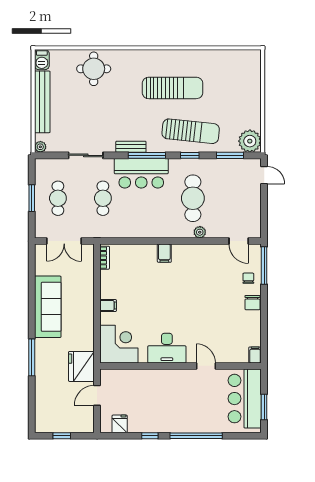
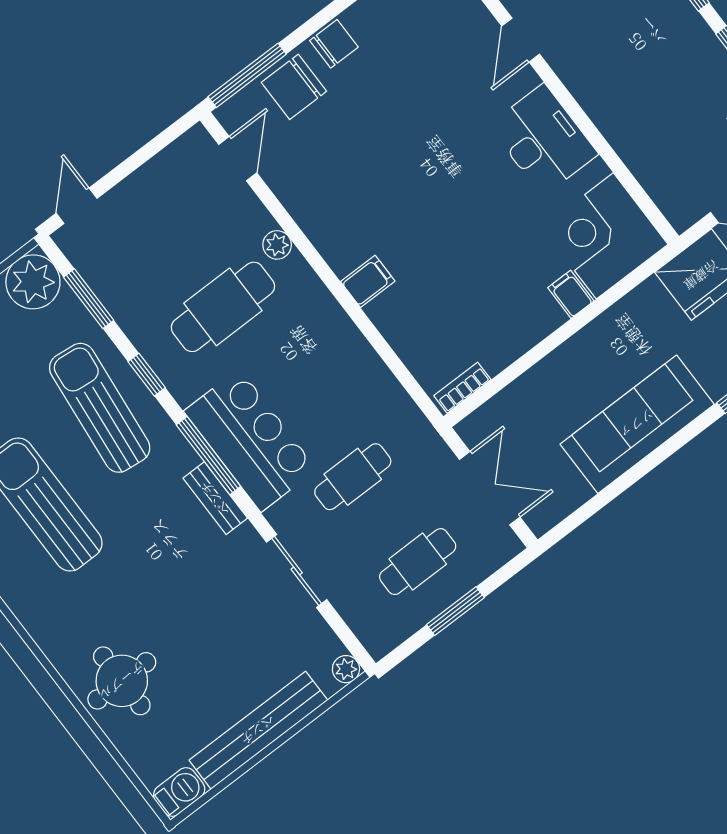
chair: (248, 278) -> (294, 87), width x1.87, depth x1.87
filing cabinet: (108, 306) -> (571, 294), moved

